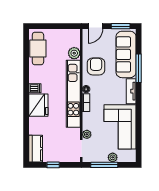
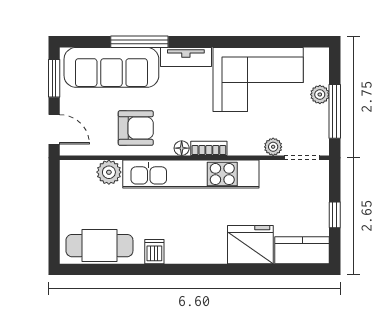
armchair: (96, 66) -> (136, 128), turned 180
dishwasher: (35, 88) -> (154, 252), moved
fridge: (38, 105) -> (250, 245), moved

